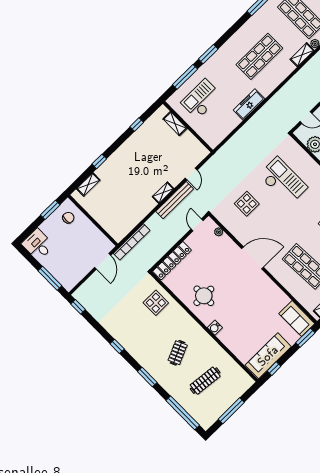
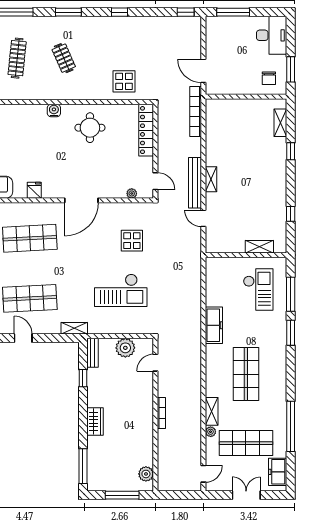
desk: (38, 245) -> (272, 35), width x1.37
fridge: (274, 292) -> (34, 190), added

